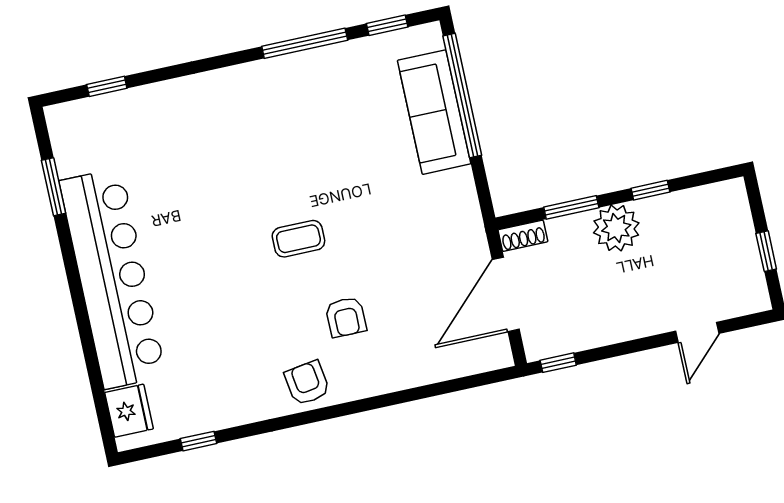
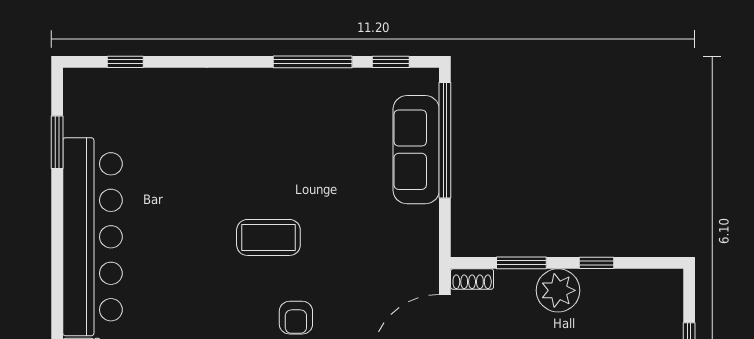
coffee table: (298, 239) -> (268, 237), width x1.36, depth x1.30

